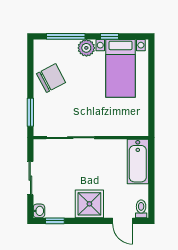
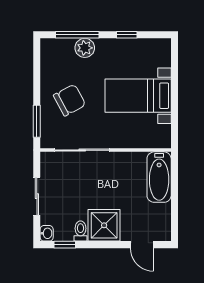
plant: (86, 48) -> (85, 48), moved
bed with nightstands: (121, 68) -> (138, 96), moved, turned 90
chair: (51, 78) -> (70, 100), moved
toilet: (141, 209) -> (81, 231), moved

